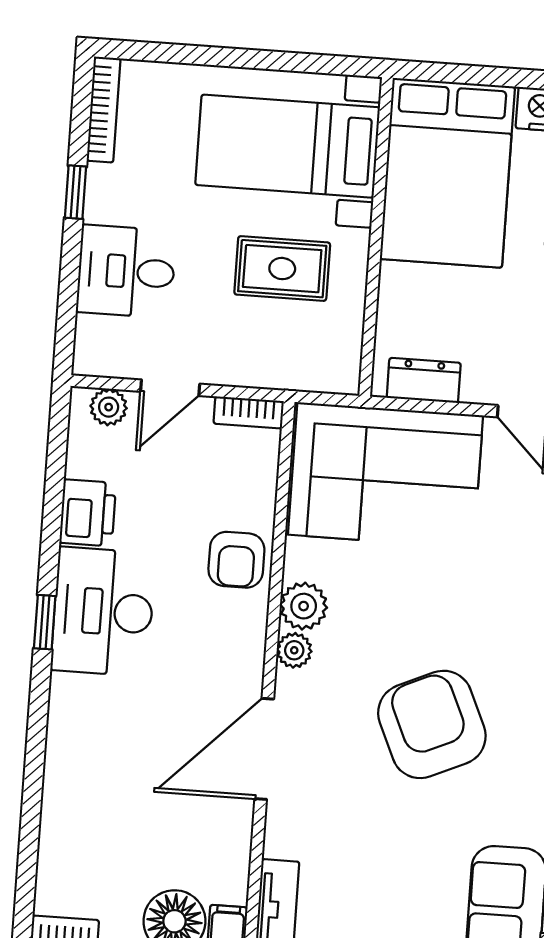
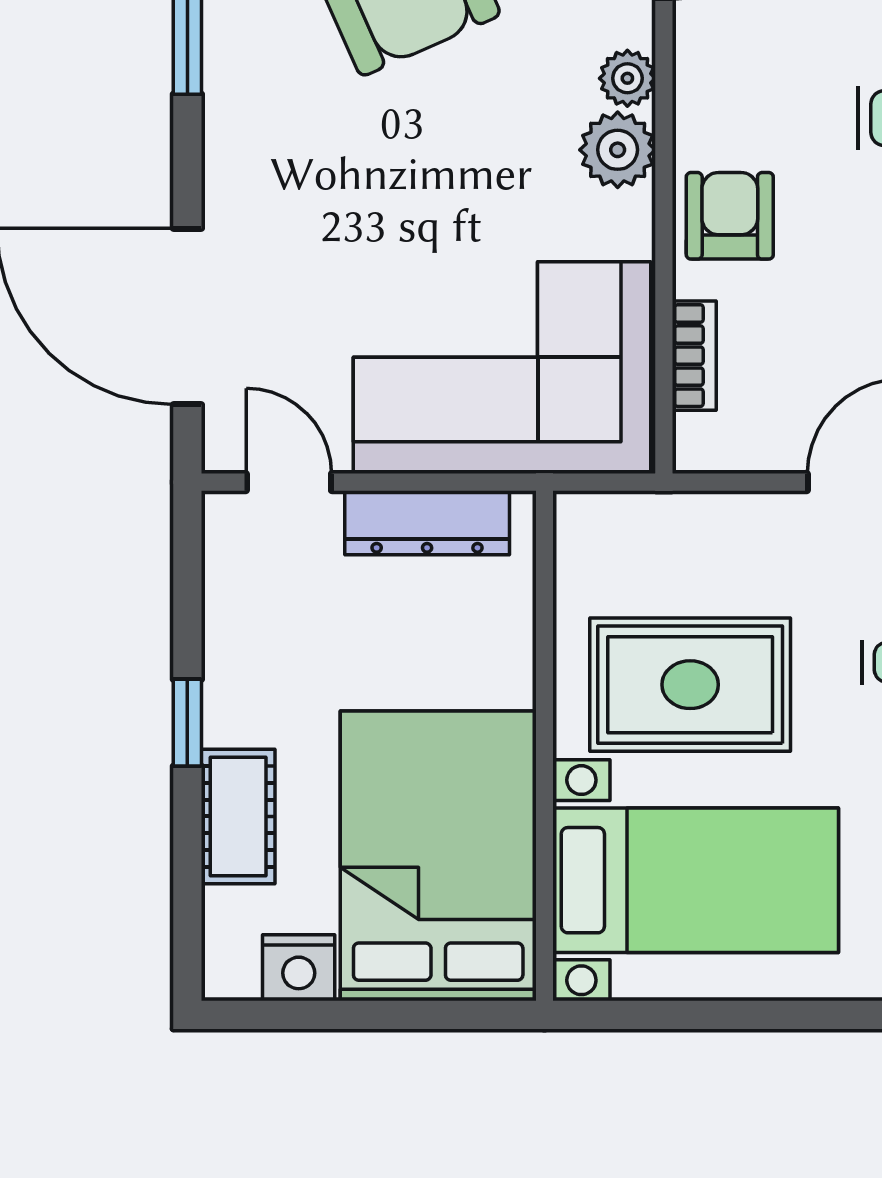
rug: (282, 269) -> (690, 685), width x1.36, depth x1.43
dresser: (424, 380) -> (427, 523), width x1.44
bookcase: (249, 412) -> (694, 356), moved, turned 90

